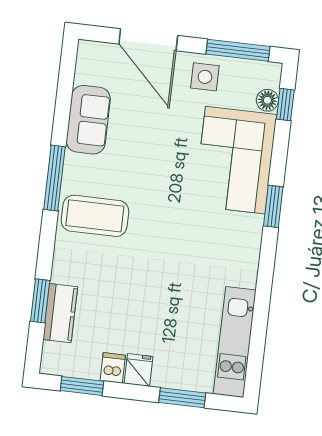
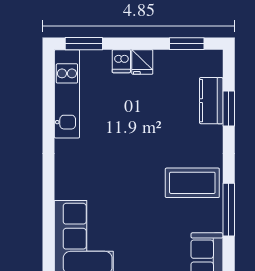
window: (273, 206) -> (49, 207), removed
dishwasher: (113, 368) -> (121, 61), moved
window: (182, 398) -> (84, 44), moved

